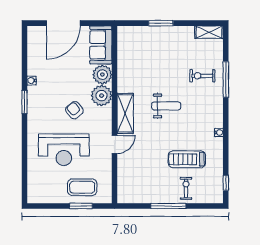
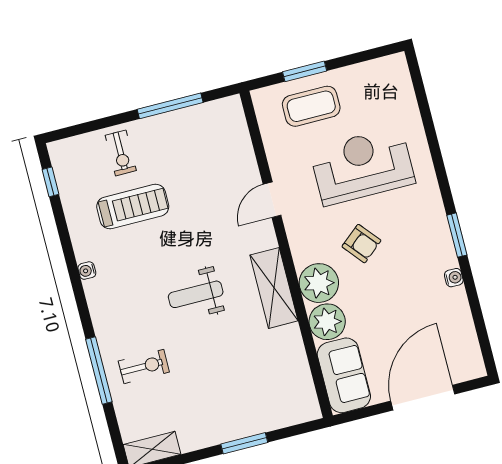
shelving: (125, 113) -> (274, 288), moved
window: (168, 206) -> (170, 106), moved

